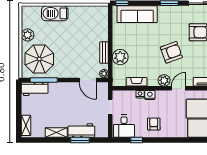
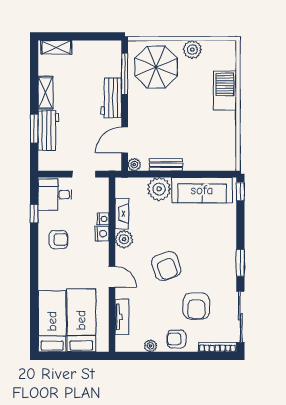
sofa: (137, 14) -> (202, 190), moved, turned -90
plant: (164, 80) -> (124, 239), moved
workbench: (35, 89) -> (111, 98), moved

